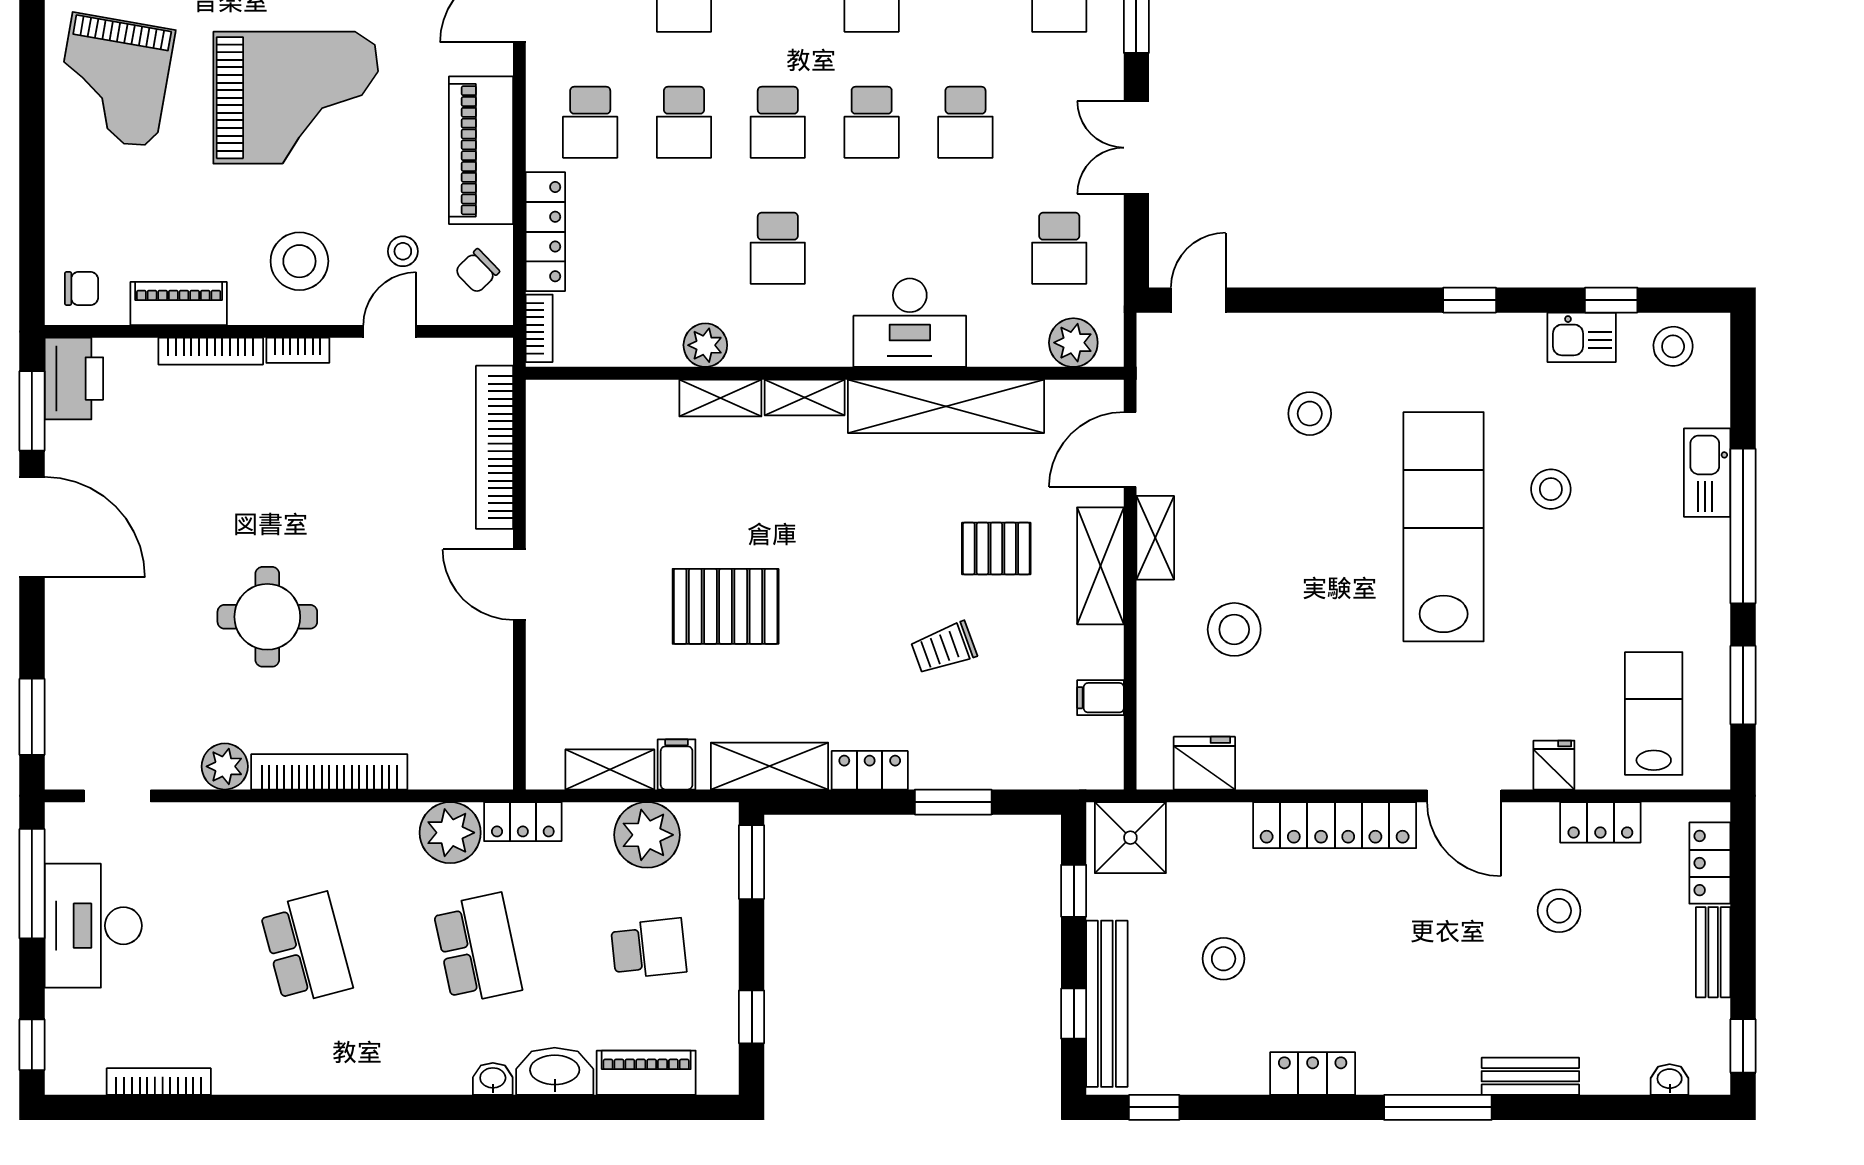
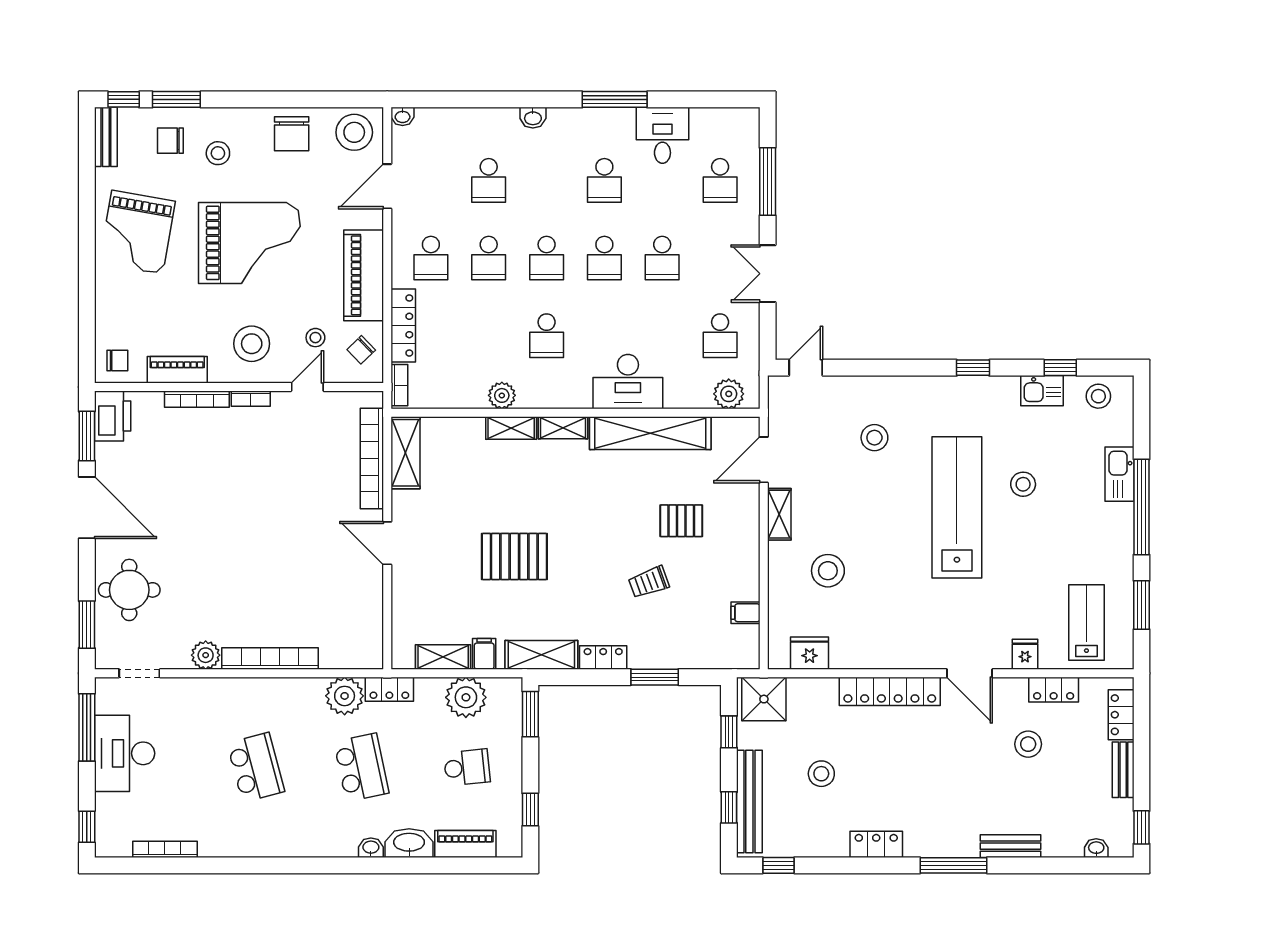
shelving: (1100, 566) -> (406, 453), moved
round table: (267, 617) -> (129, 590), moved

